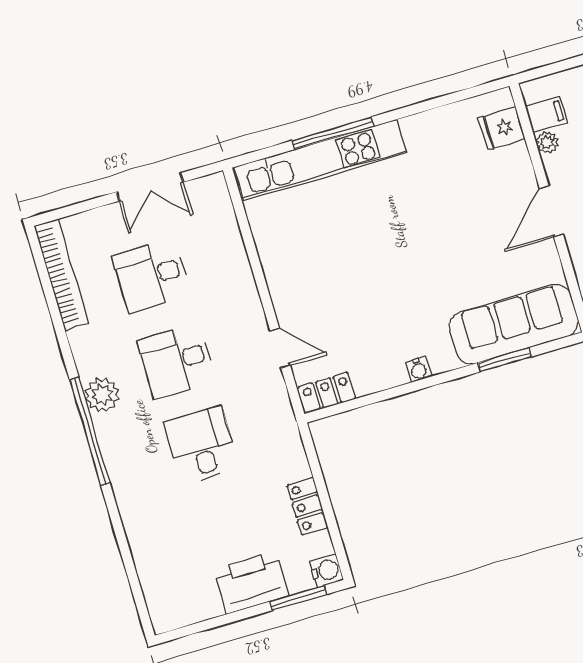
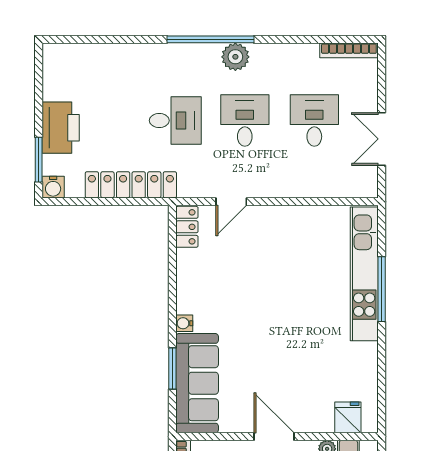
bookcase: (61, 275) -> (349, 50), width x0.68, depth x0.76
water cooler: (418, 369) -> (184, 323), moved
locker: (307, 506) -> (131, 185), width x2.16, depth x1.21

